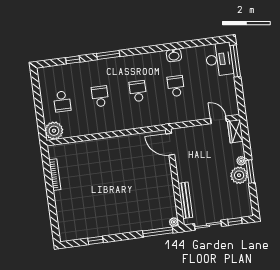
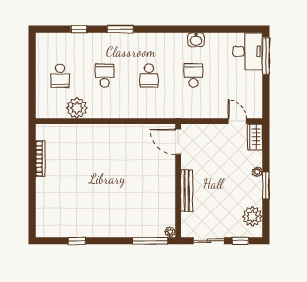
school desk: (138, 91) -> (149, 76), turned 180
plant: (54, 131) -> (77, 108), moved
plant: (239, 175) -> (252, 216), moved
bench: (185, 200) -> (187, 191), moved

